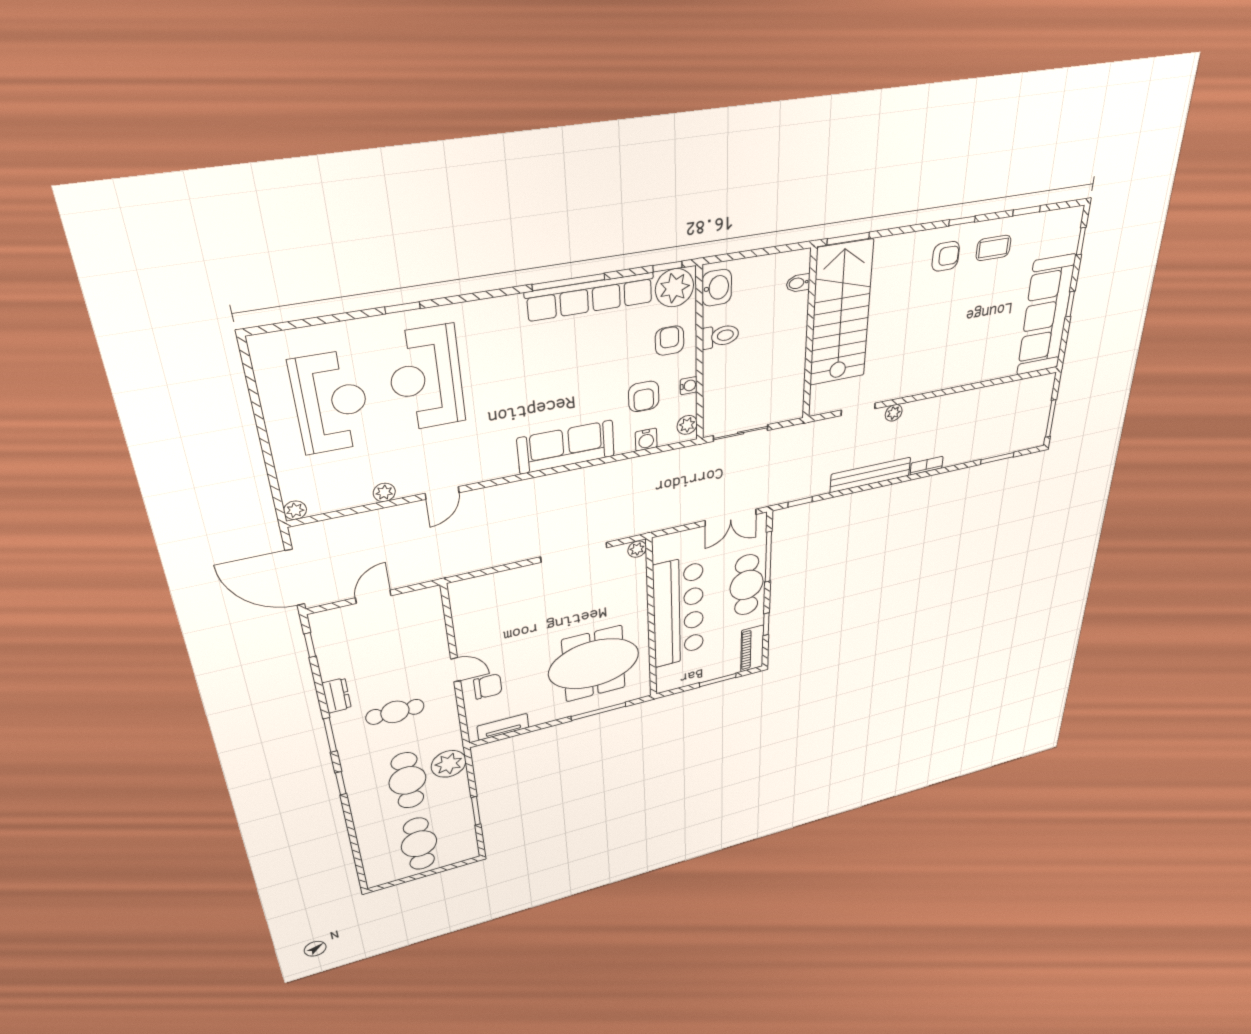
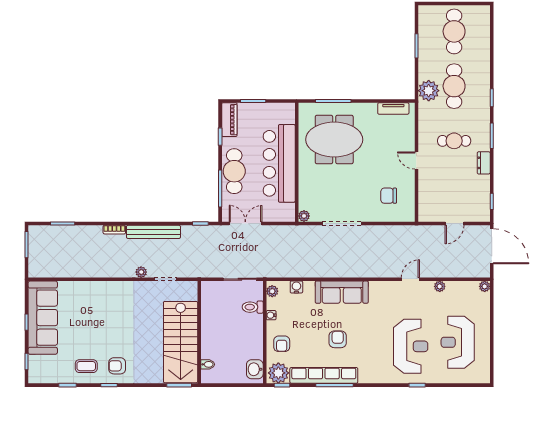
toilet: (720, 336) -> (253, 307), moved
armchair: (644, 396) -> (338, 339), moved
chair: (488, 686) -> (389, 196), moved

